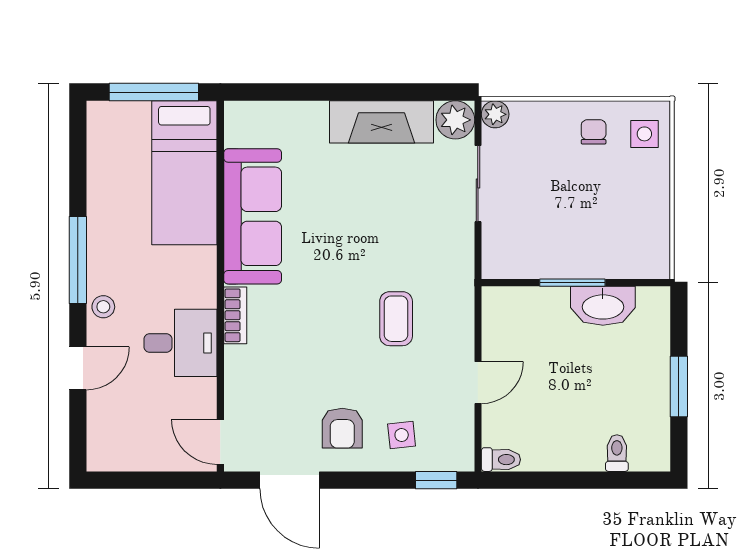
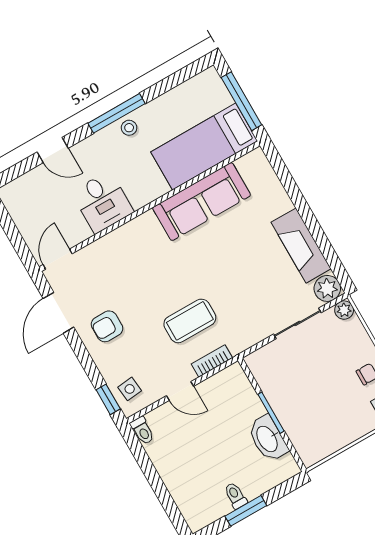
stool: (103, 307) -> (129, 128), moved
bookcase: (235, 315) -> (212, 361), moved, turned 180
coffee table: (396, 319) -> (190, 321), width x1.36, depth x1.30
side table: (402, 435) -> (130, 389), moved
toilet: (617, 453) -> (235, 496), moved, turned -90

